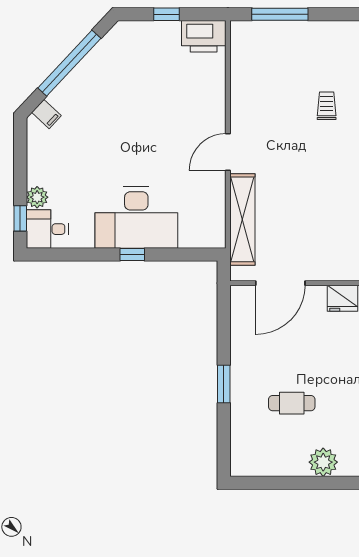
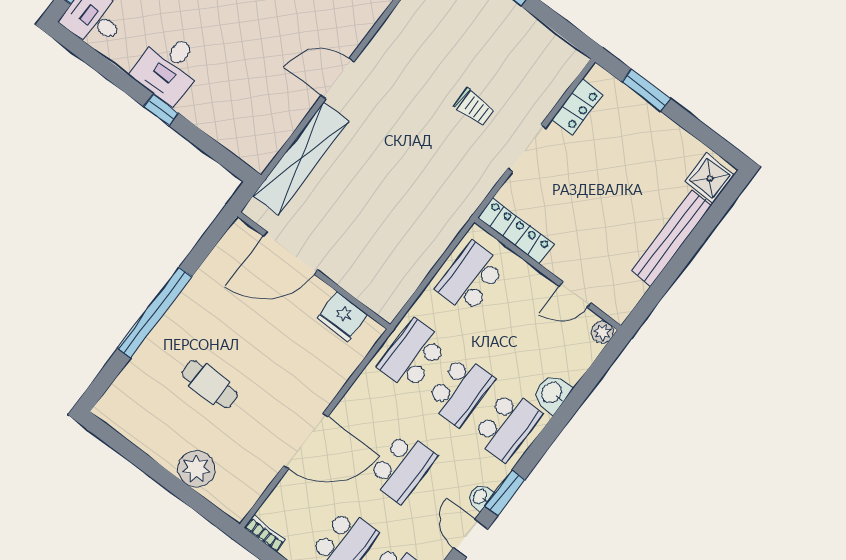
trolley: (327, 106) -> (474, 107), turned 90
desk: (136, 218) -> (169, 67), width x0.53, depth x0.77
window: (224, 384) -> (155, 312), width x2.11

